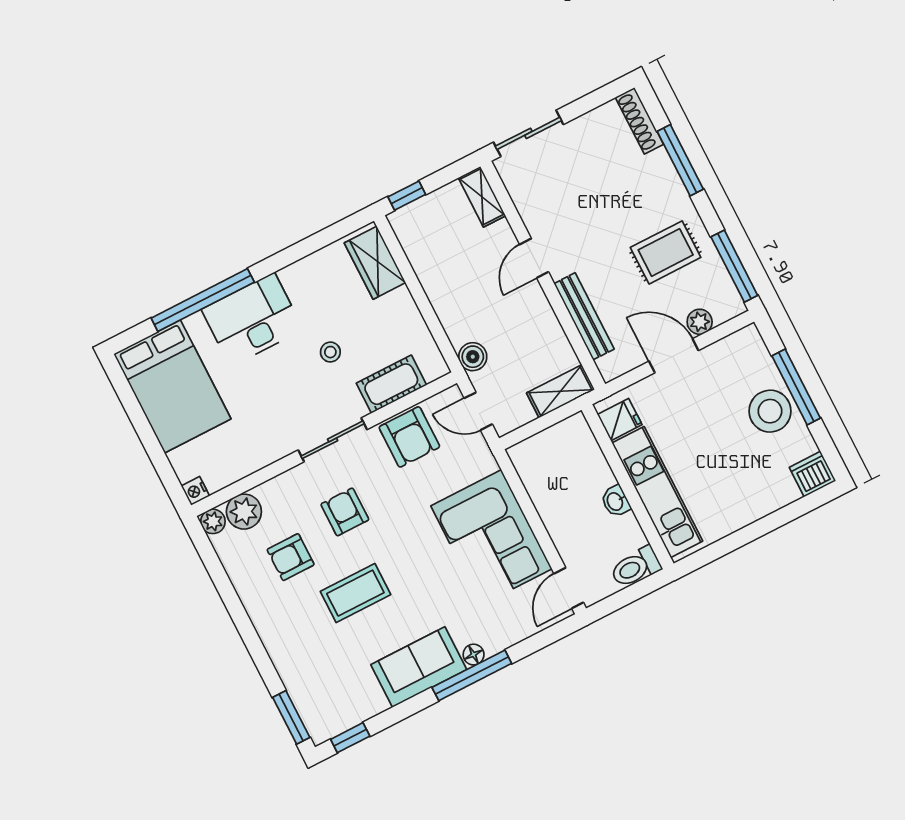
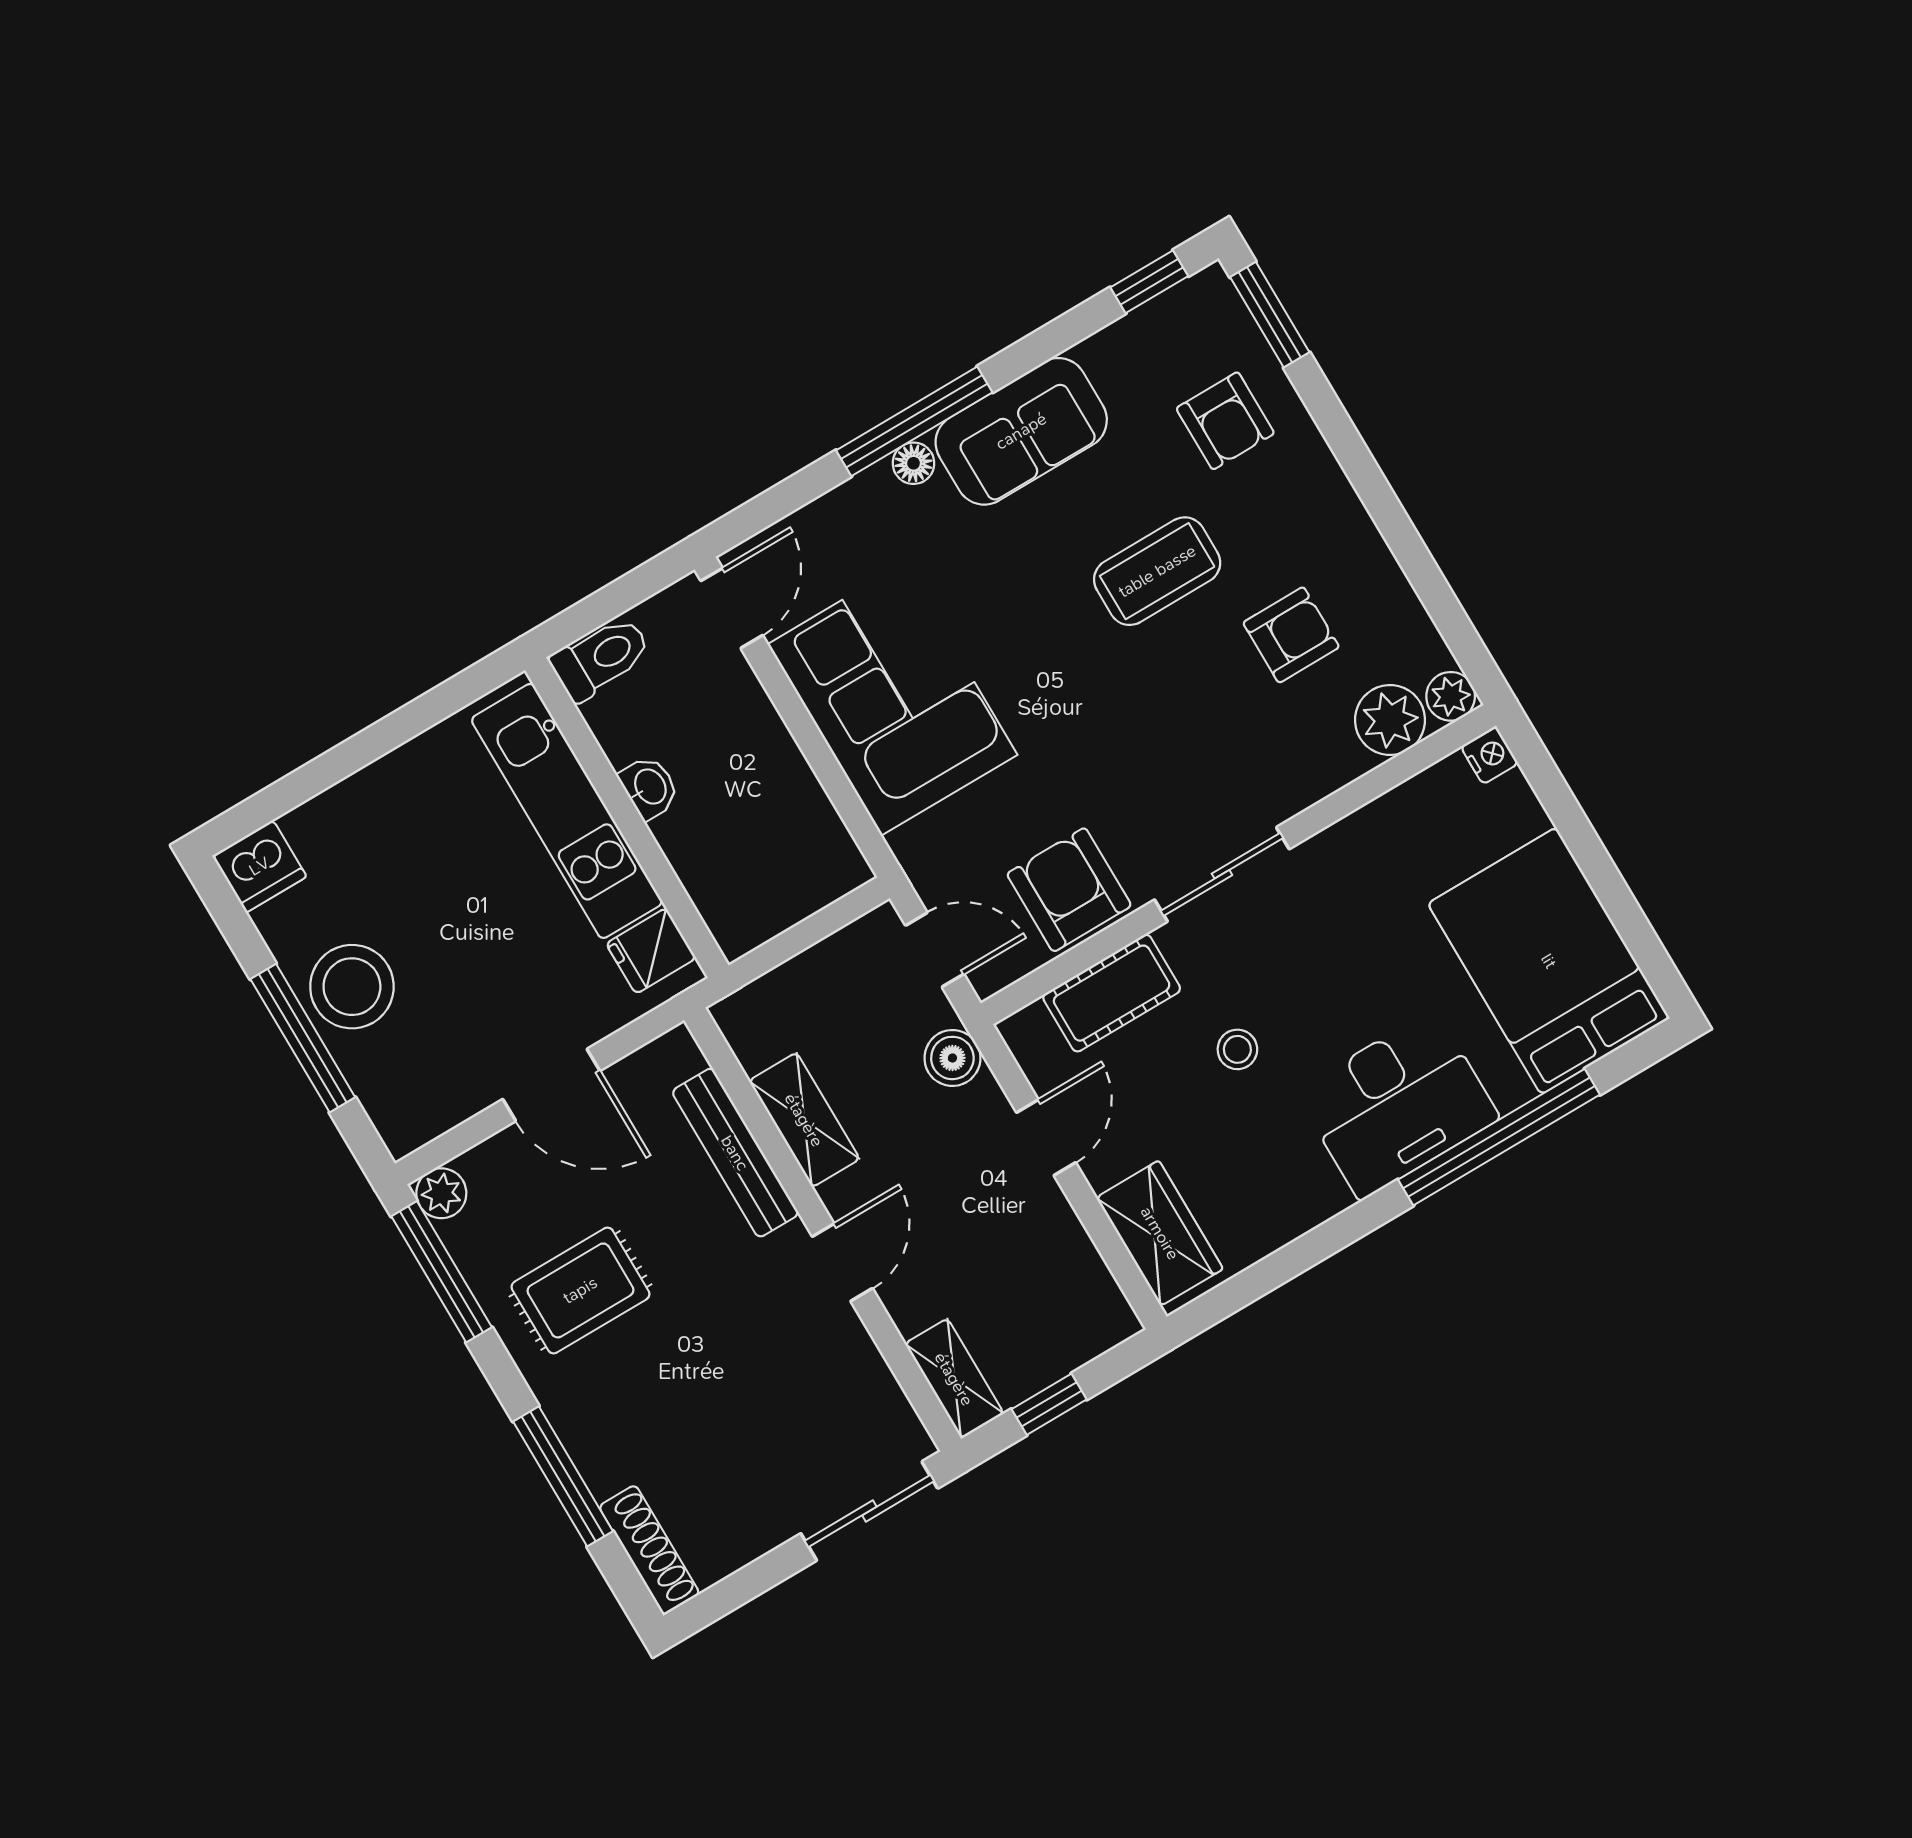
window: (407, 196) -> (1049, 1404), moved
door: (429, 314) -> (1046, 1137), added
plant: (700, 322) -> (441, 1193), moved
shelving: (561, 391) -> (804, 1120), moved, turned 90
armchair: (345, 512) -> (1225, 421), moved

